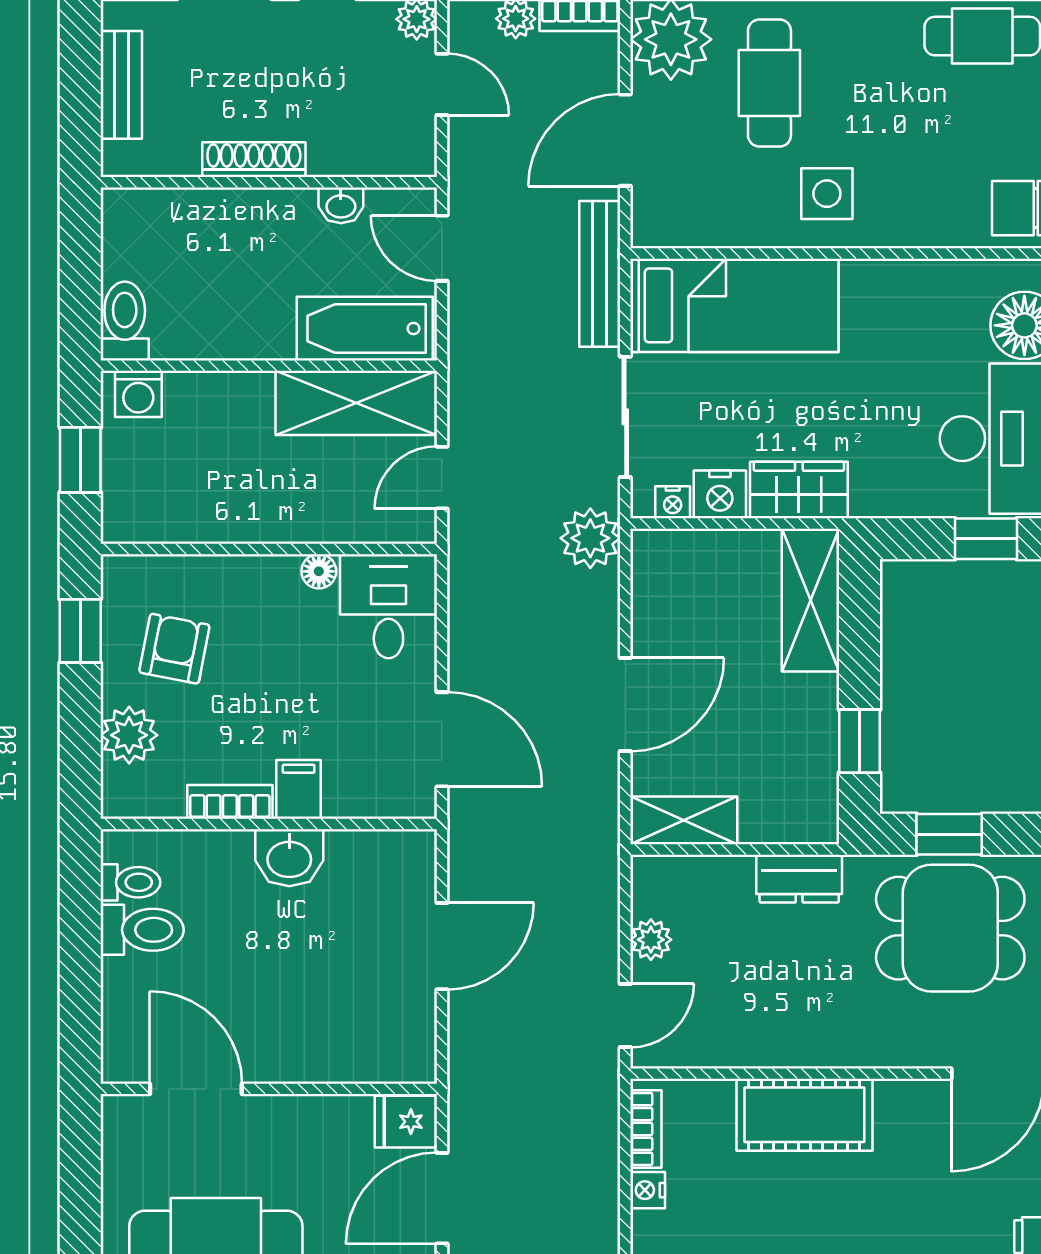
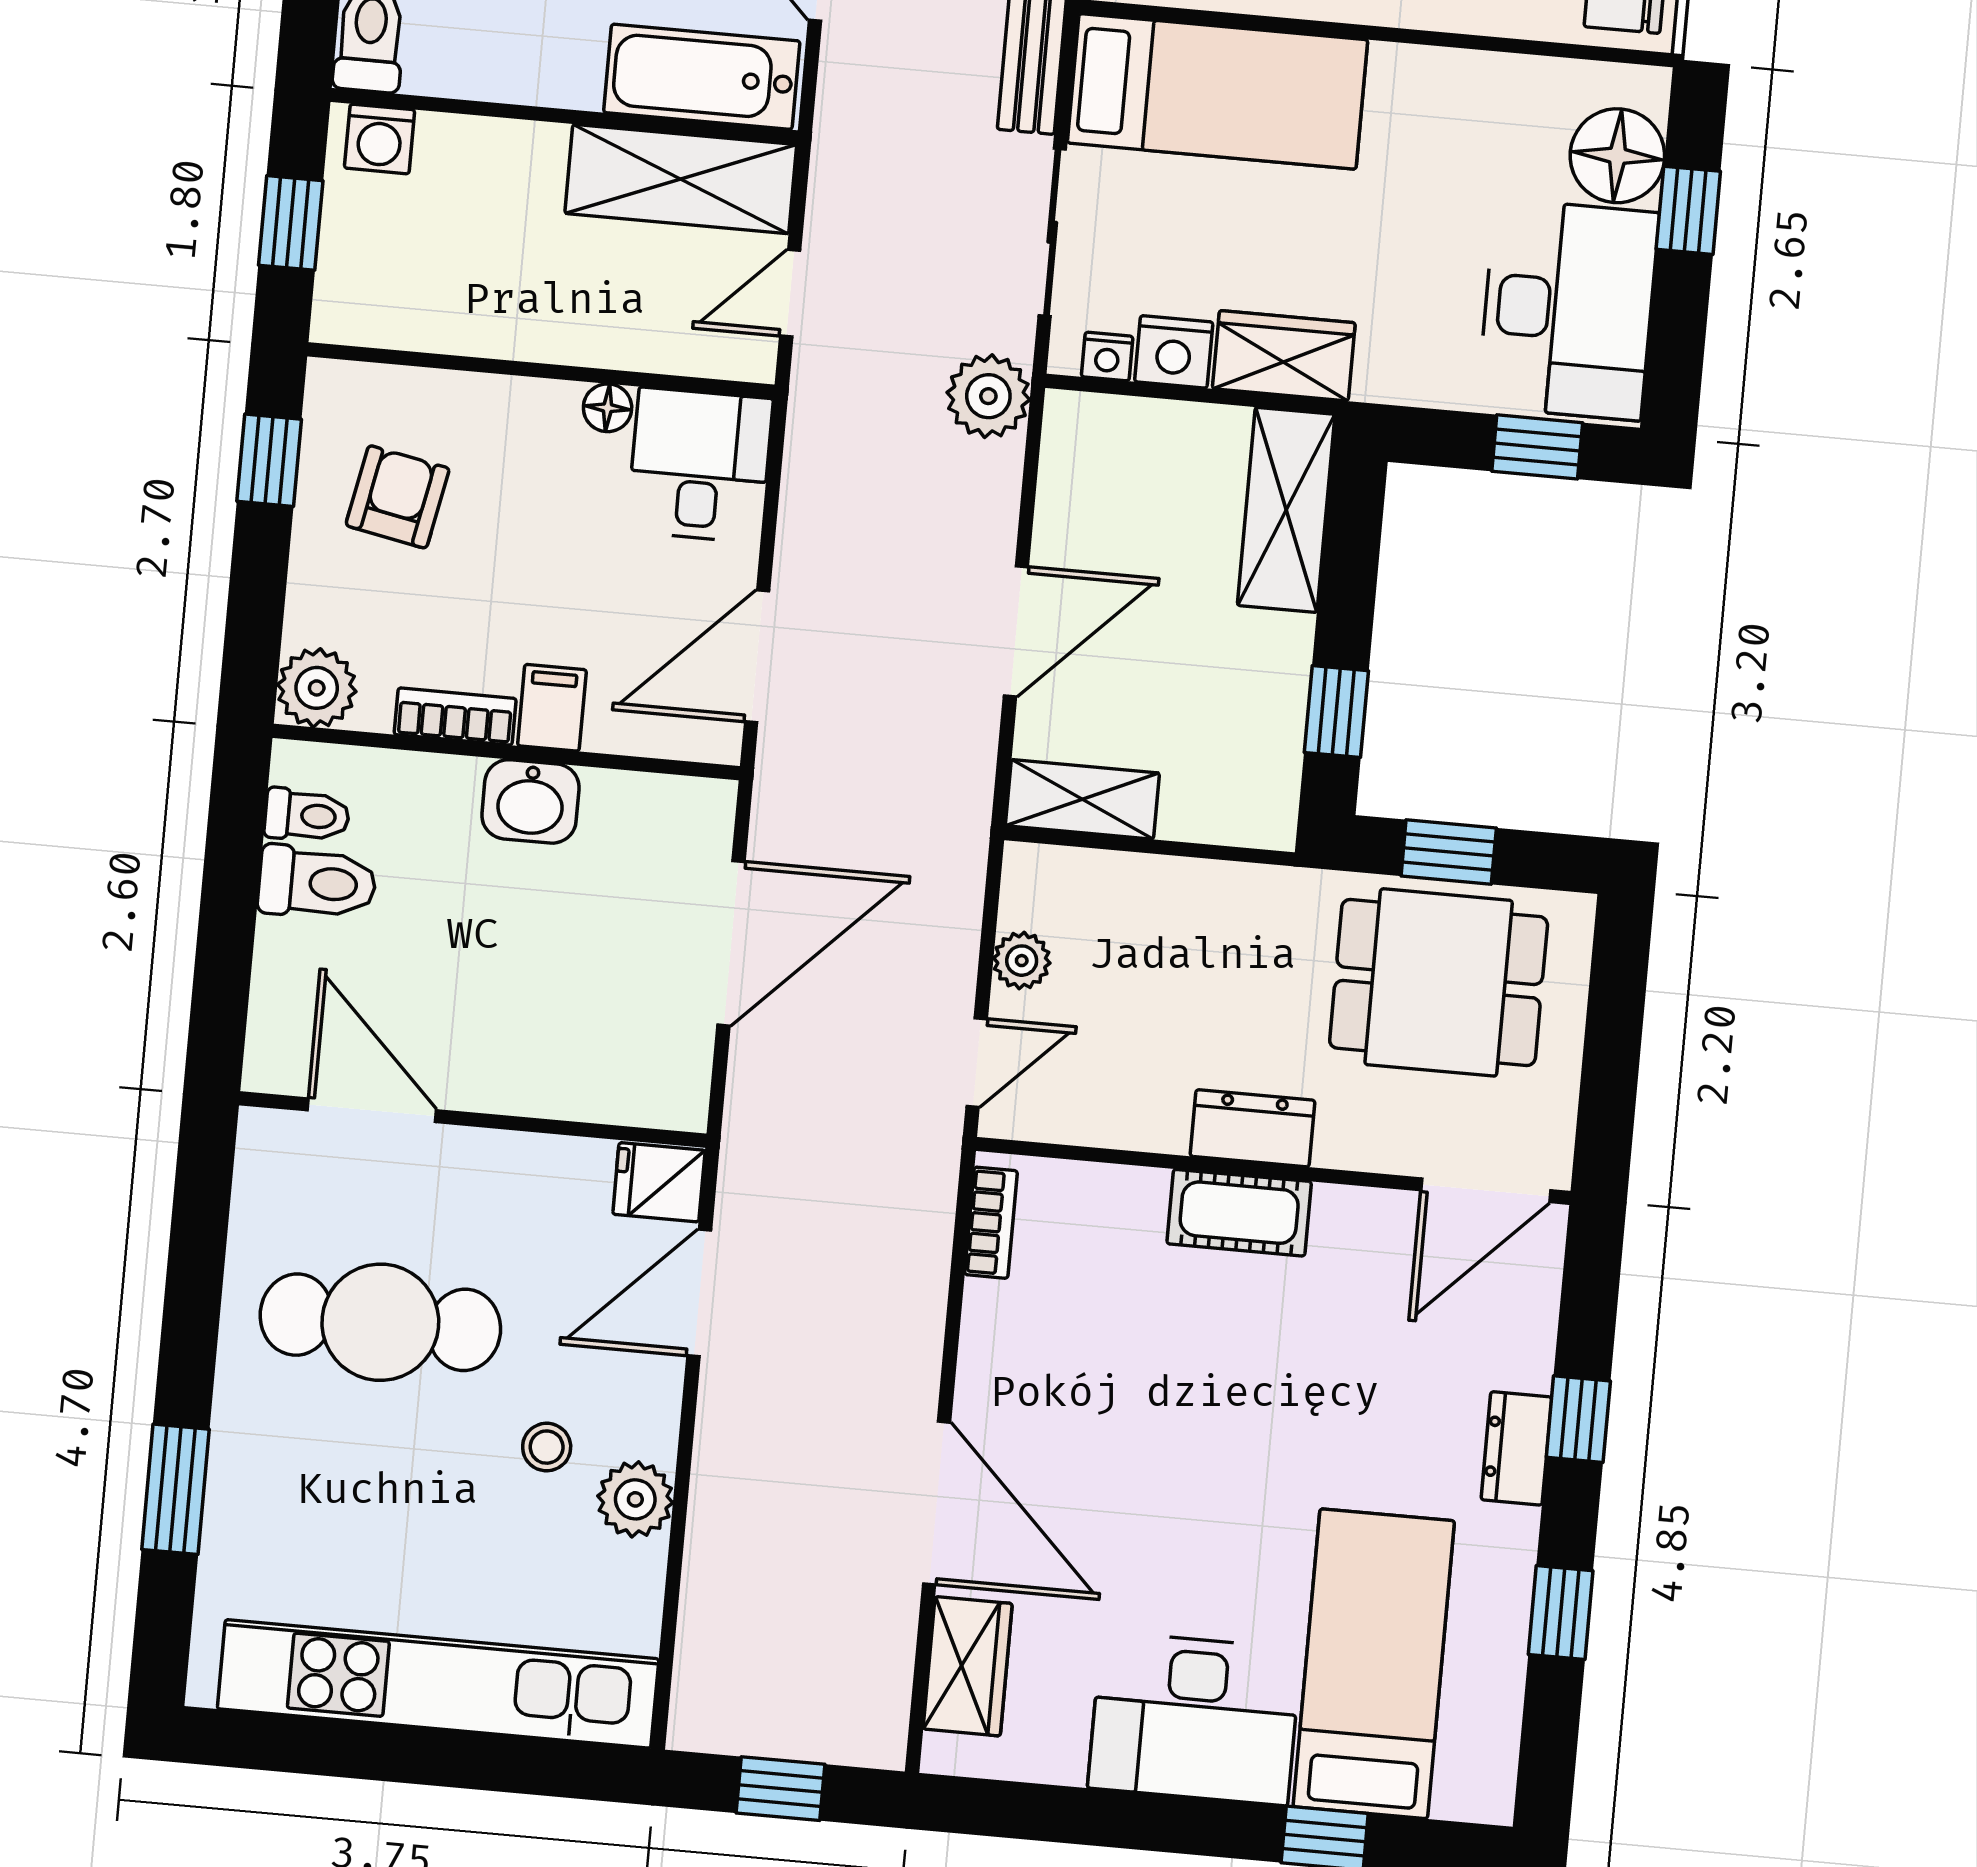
plant: (129, 735) -> (317, 688), moved
door: (442, 739) -> (757, 656), swing flipped
dresser: (799, 879) -> (1253, 1128), moved, turned 180
door: (442, 946) -> (731, 943), width x1.36
cot: (804, 1115) -> (1239, 1213), width x0.73, depth x0.75
nightstand: (648, 1190) -> (986, 1308), removed

